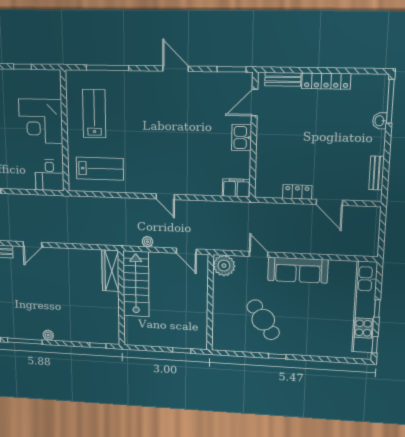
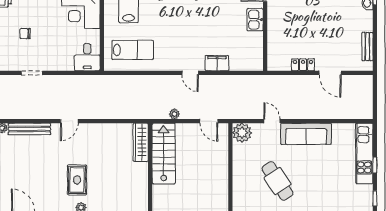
filing cabinet: (236, 188) -> (217, 63), moved
rug: (43, 307) -> (77, 180), added
kitchen unit: (365, 307) -> (364, 153), width x0.73

